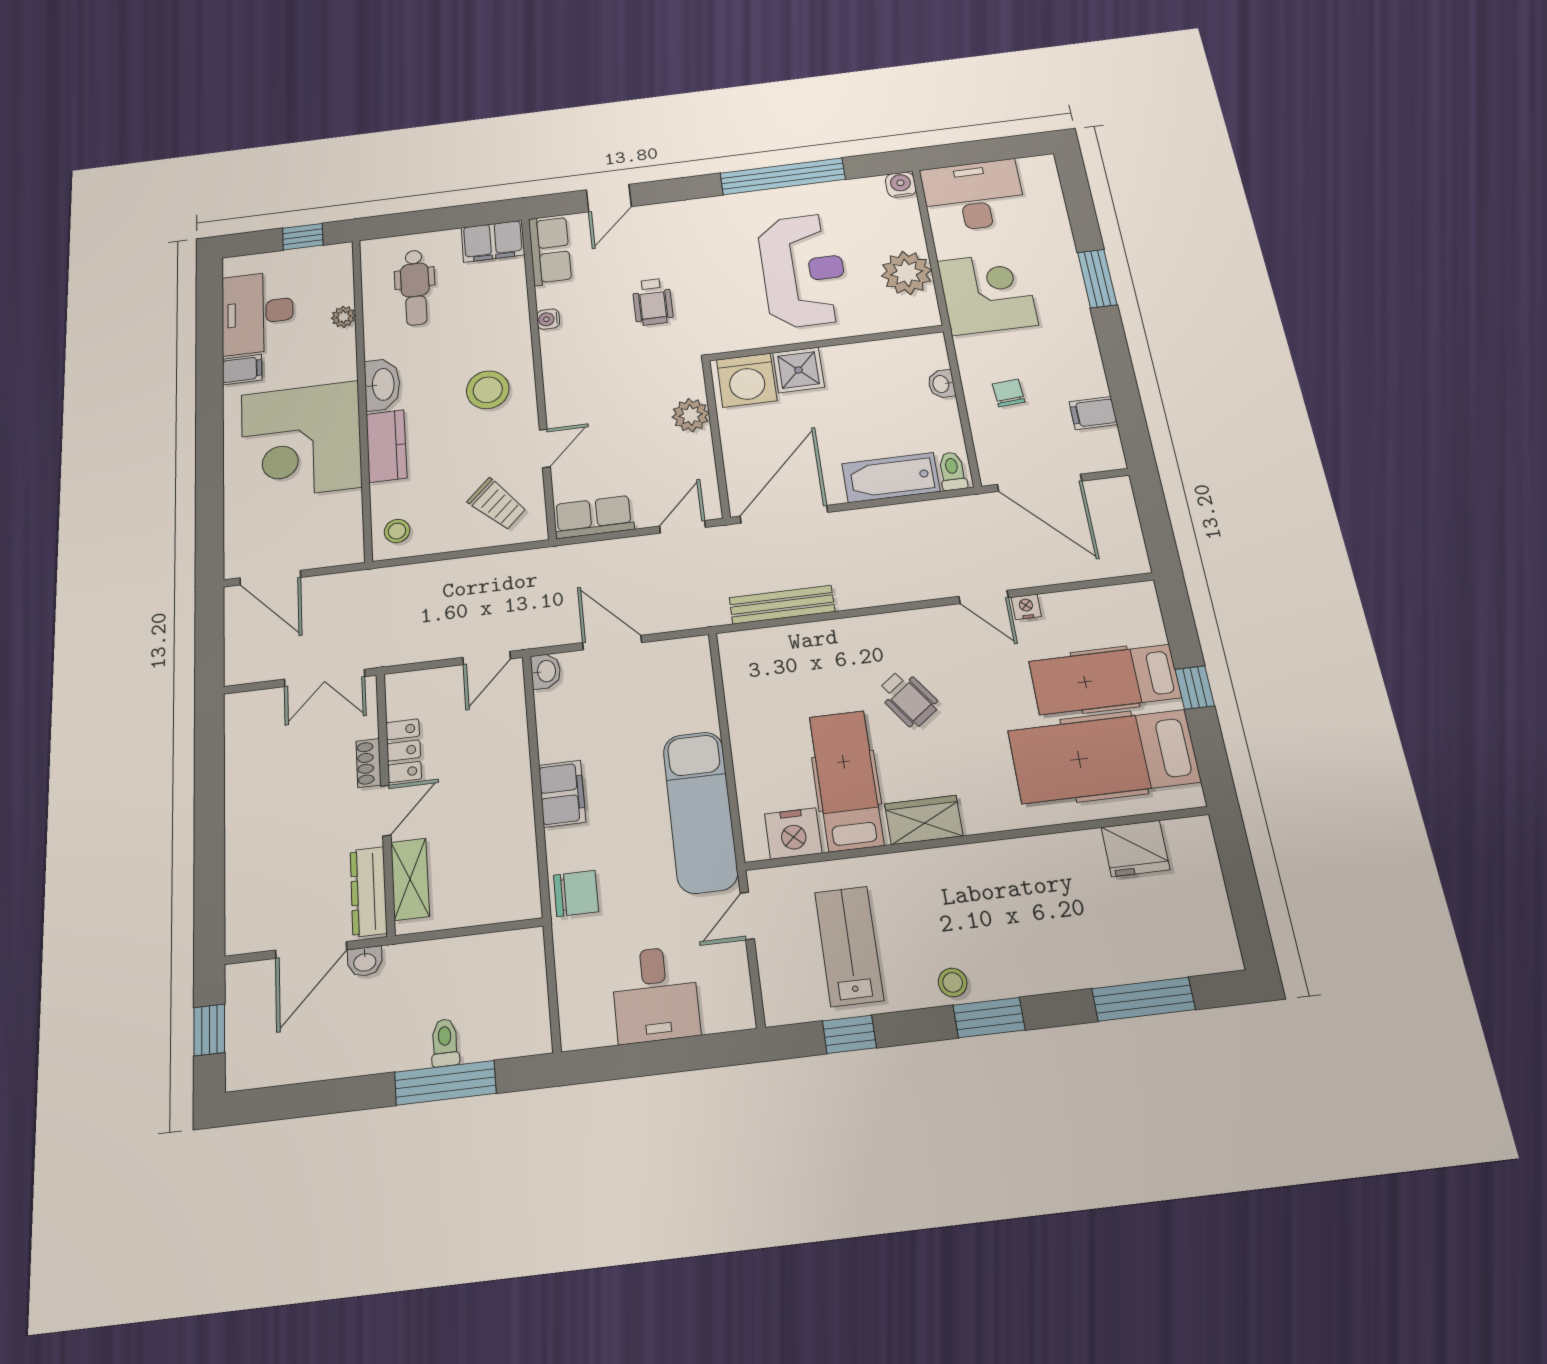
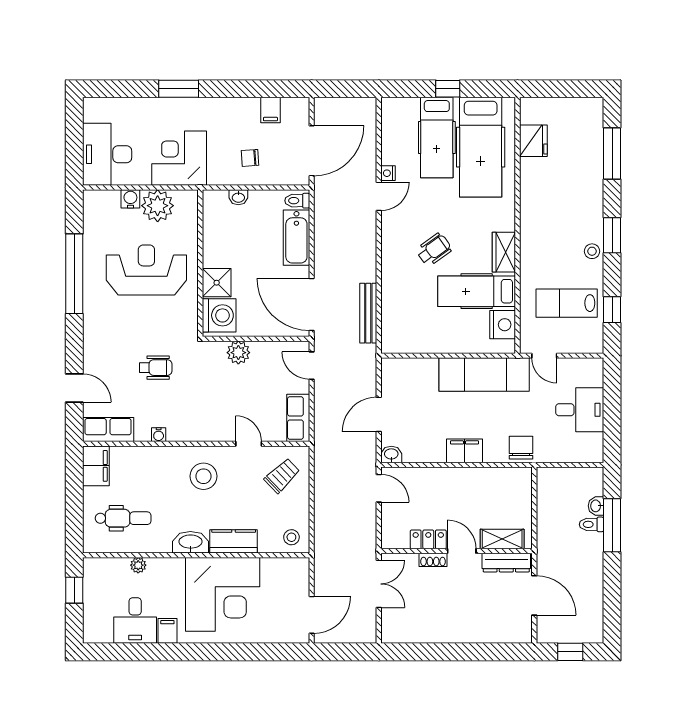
water cooler: (901, 185) -> (130, 199), moved, turned 90
desk: (258, 313) -> (135, 621), width x0.73
washbasin: (365, 962) -> (596, 506), moved, turned 180

